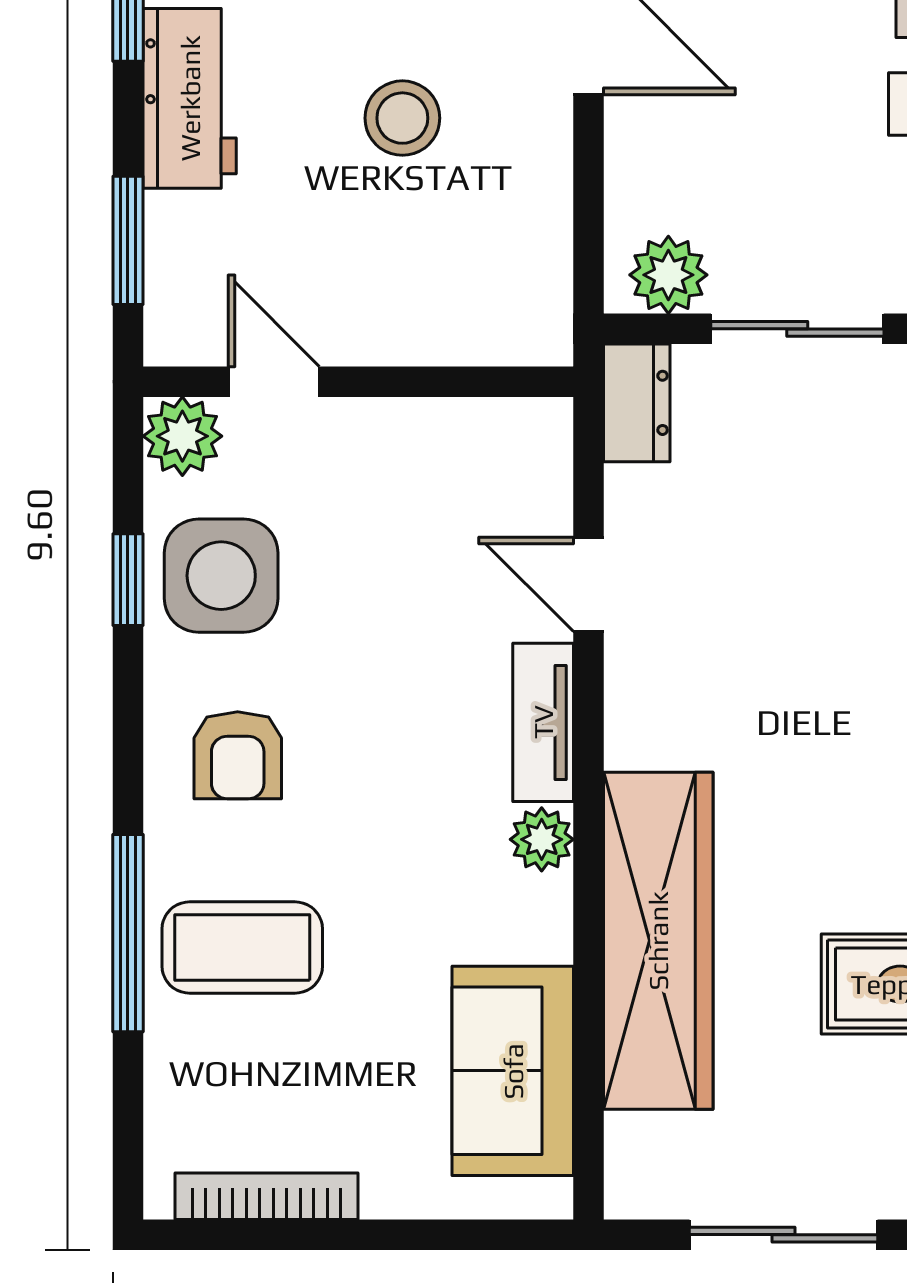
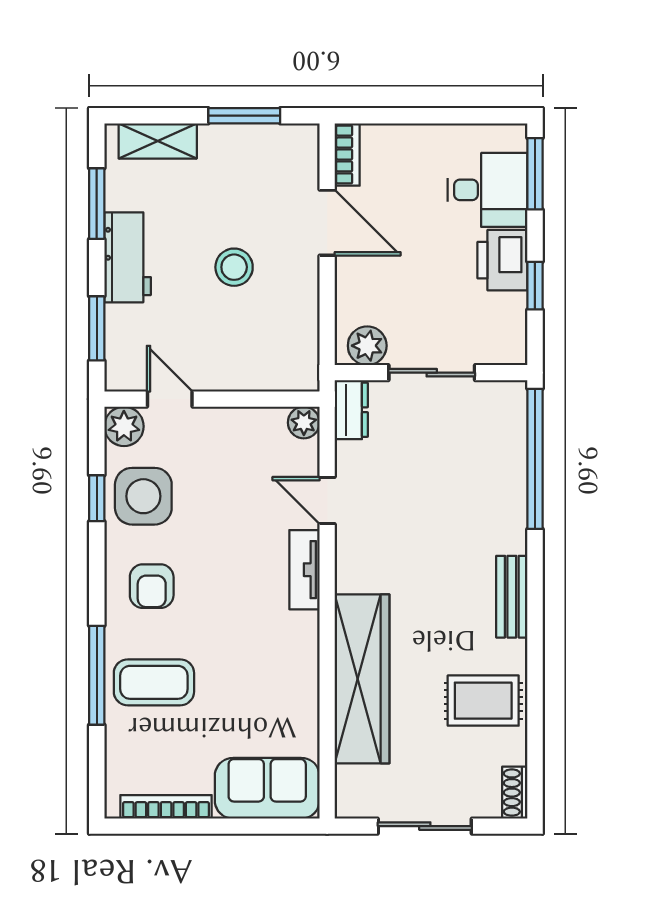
plant: (542, 839) -> (304, 423), moved
sofa: (513, 1071) -> (267, 788), moved, turned 90

